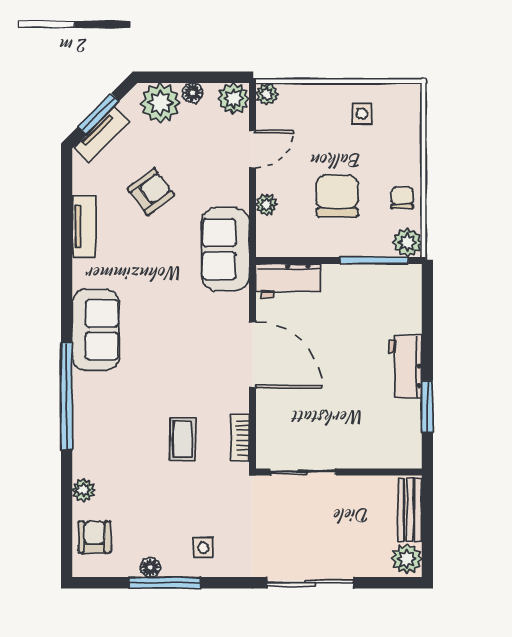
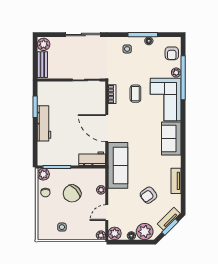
chair: (337, 196) -> (72, 193), turned 47
sofa: (225, 249) -> (118, 165), width x1.36
workbench: (406, 366) -> (44, 123), width x1.38
window: (67, 397) -> (183, 78), moved
corner sofa: (109, 425) -> (166, 100), added

